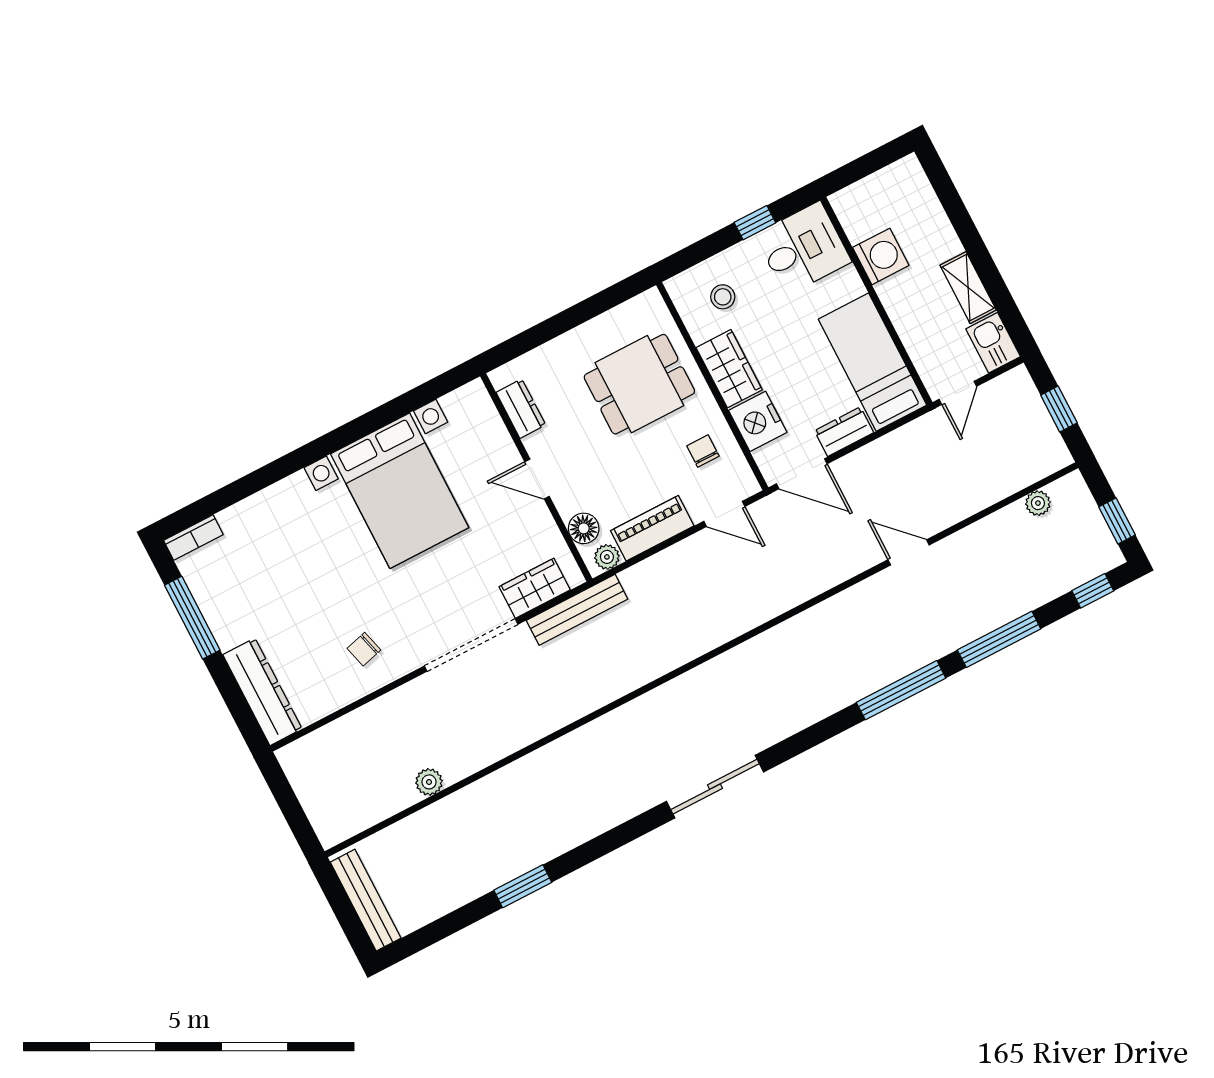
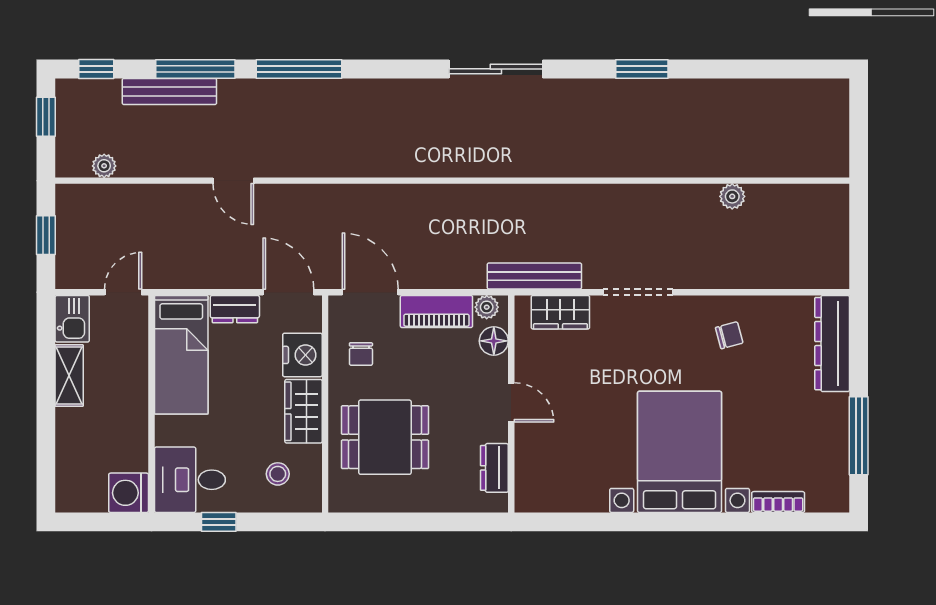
washing machine: (881, 256) -> (129, 493), moved
bed with nightstands: (400, 491) -> (680, 452), moved
door: (724, 514) -> (370, 292), width x1.38
bookcase: (193, 538) -> (778, 502), moved
doorway: (471, 645) -> (638, 292), width x0.73
window: (523, 886) -> (642, 69), moved
bench: (366, 900) -> (169, 91), moved, turned 90

